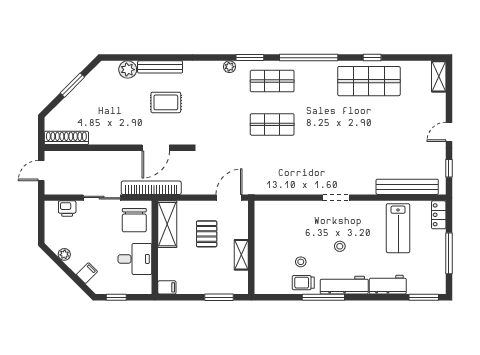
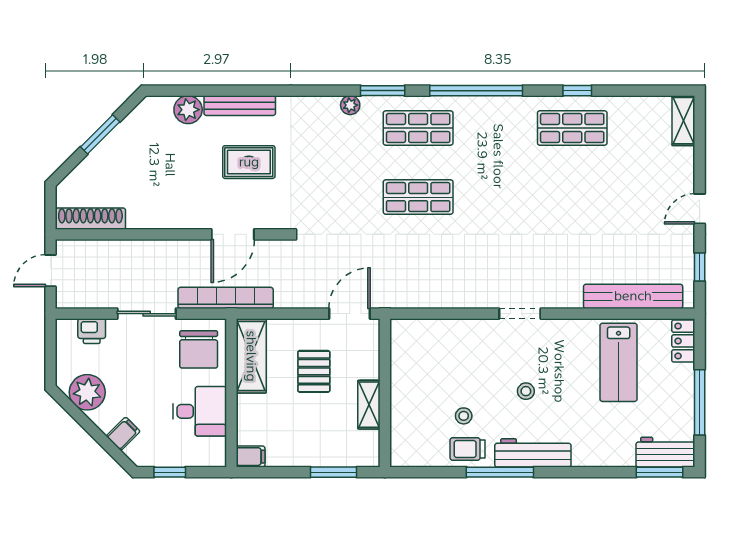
shop shelf: (369, 81) -> (572, 128), width x0.70, depth x0.74
plant: (64, 254) -> (87, 392), width x1.88, depth x1.88
workbench: (388, 285) -> (665, 452), moved

